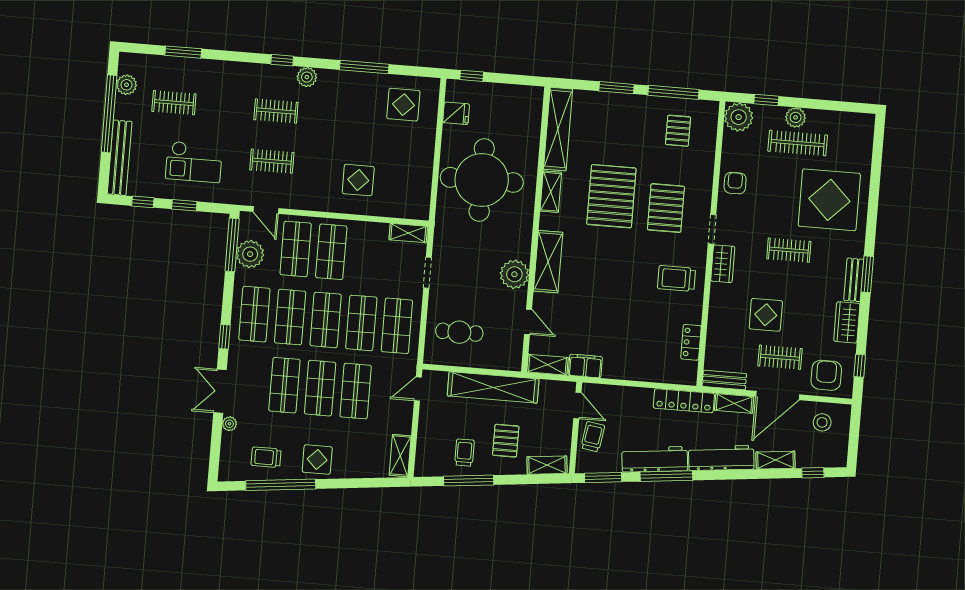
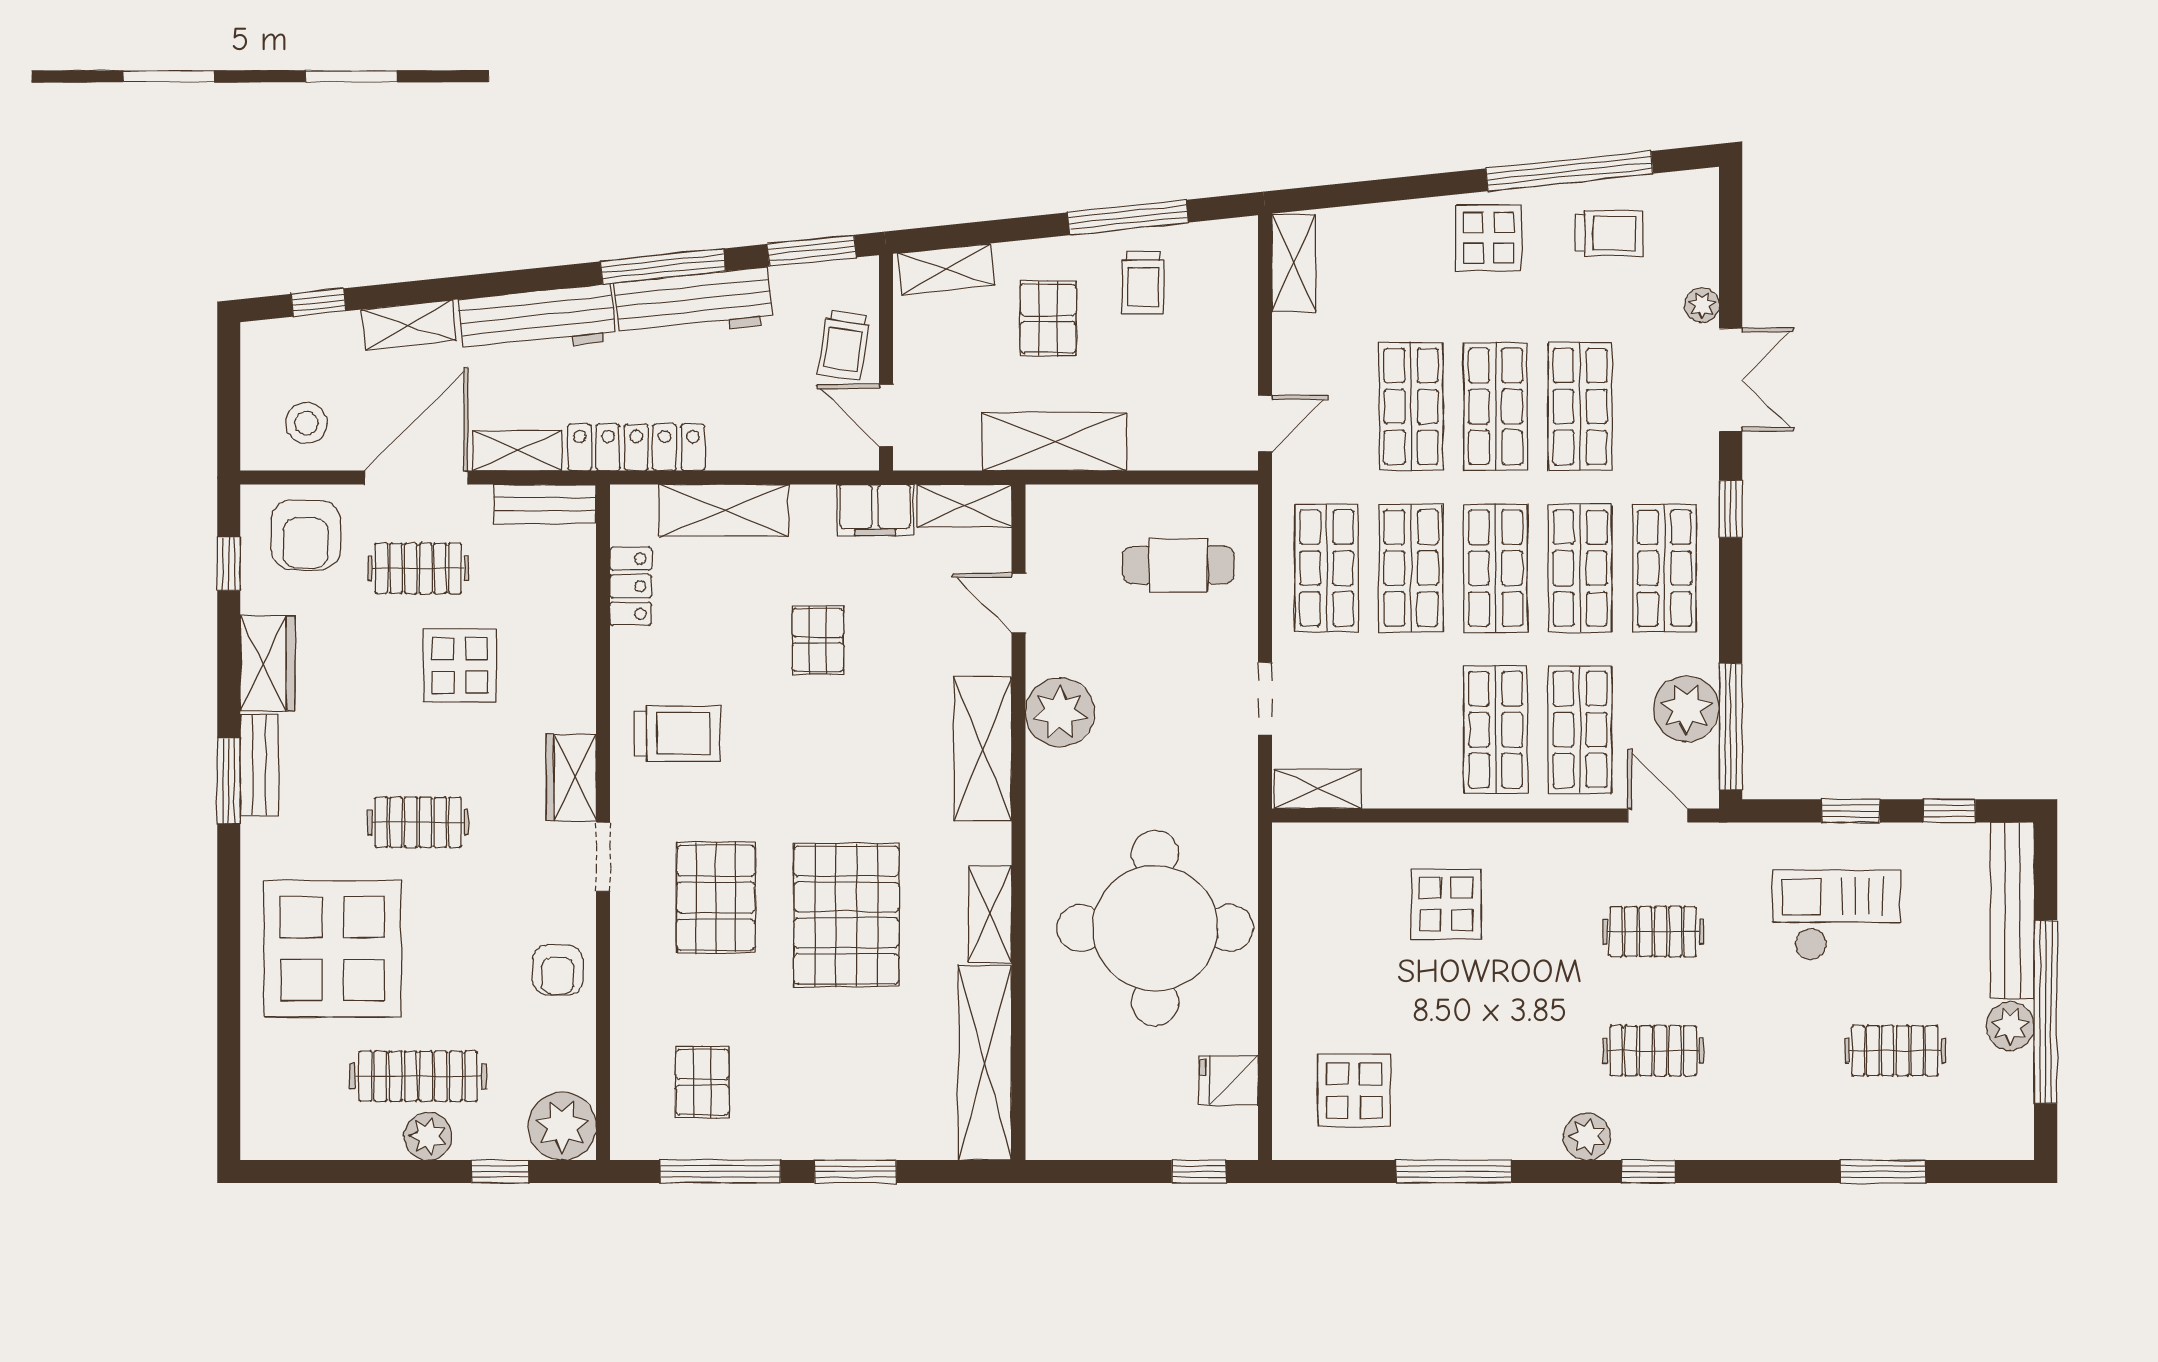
plant: (127, 85) -> (2010, 1026), moved
pallet: (614, 313) -> (818, 640), added
shelving: (649, 371) -> (724, 510), added
shelving: (493, 387) -> (1054, 442), width x0.68

